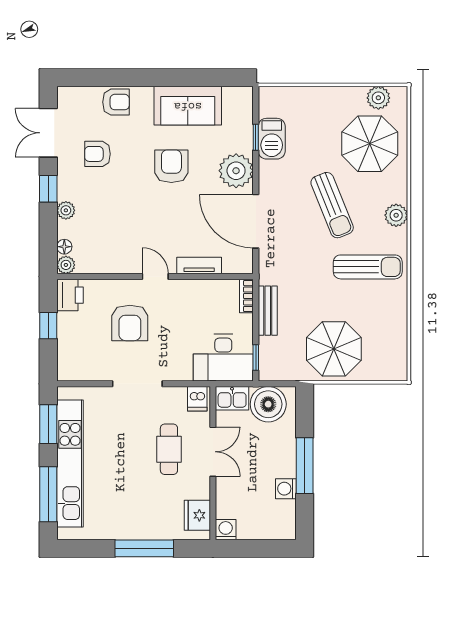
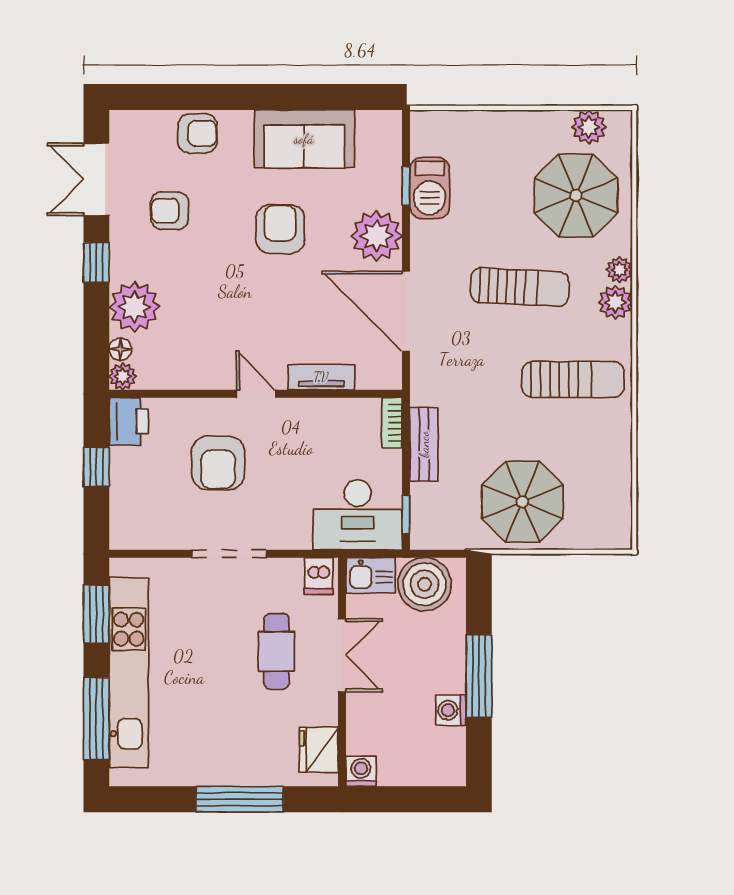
plant: (399, 194) -> (619, 270), added
sun lounger: (332, 205) -> (520, 287), turned -65
plant: (66, 210) -> (134, 307), width x1.88, depth x1.88

